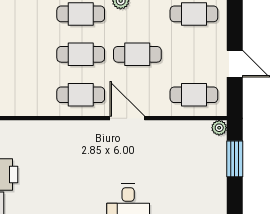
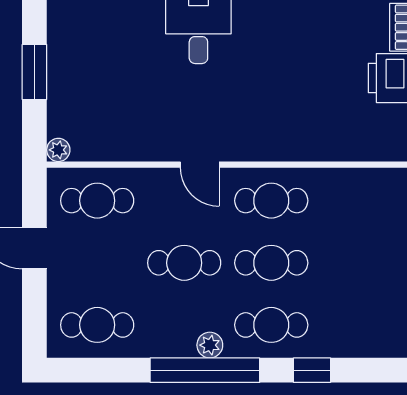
door: (127, 118) -> (200, 165), width x0.73
window: (235, 159) -> (34, 72), moved

